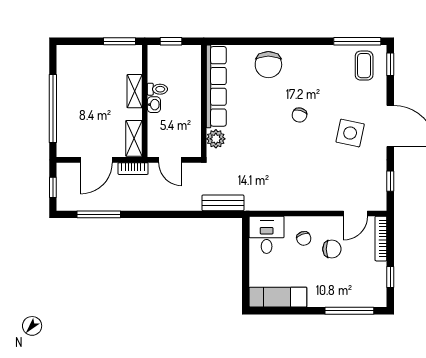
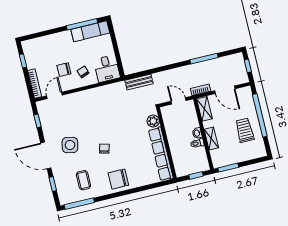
window: (390, 64) -> (53, 184), moved
chair: (268, 65) -> (118, 179), moved, turned -90
coffee table: (364, 66) -> (83, 180), moved
trolley: (81, 92) -> (245, 130), added
door: (96, 160) -> (225, 90), swing flipped
window: (99, 214) -> (204, 59), moved
window: (349, 311) -> (82, 24), moved

